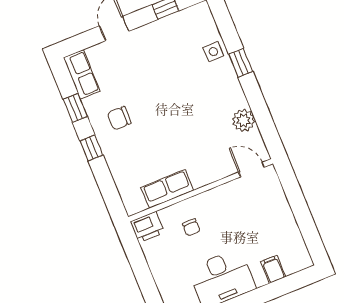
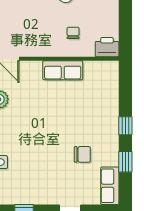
chair: (119, 118) -> (82, 154), moved
row of seats: (167, 189) -> (63, 70), moved

